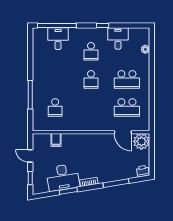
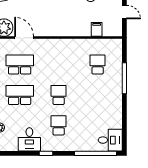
desk: (58, 39) -> (110, 140), moved, turned -90

